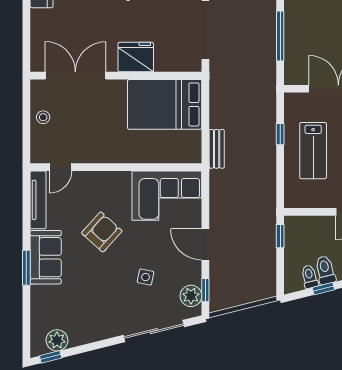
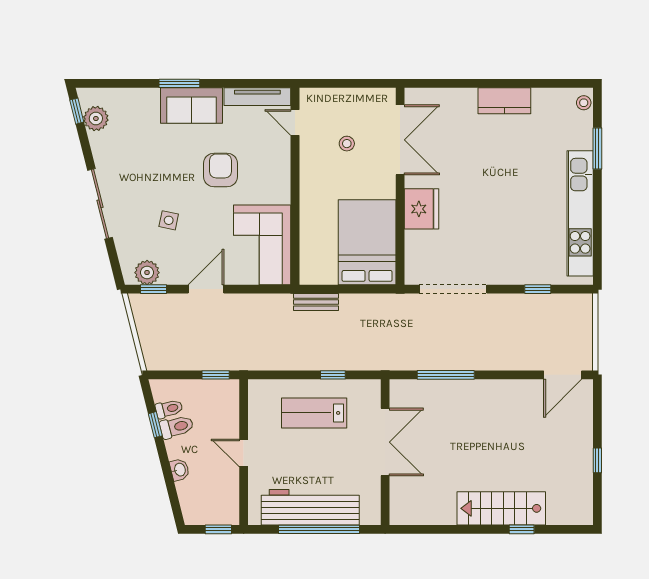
stool: (43, 117) -> (347, 144), moved
armchair: (102, 232) -> (221, 170), turned -132
sliding door: (154, 331) -> (100, 204), moved

